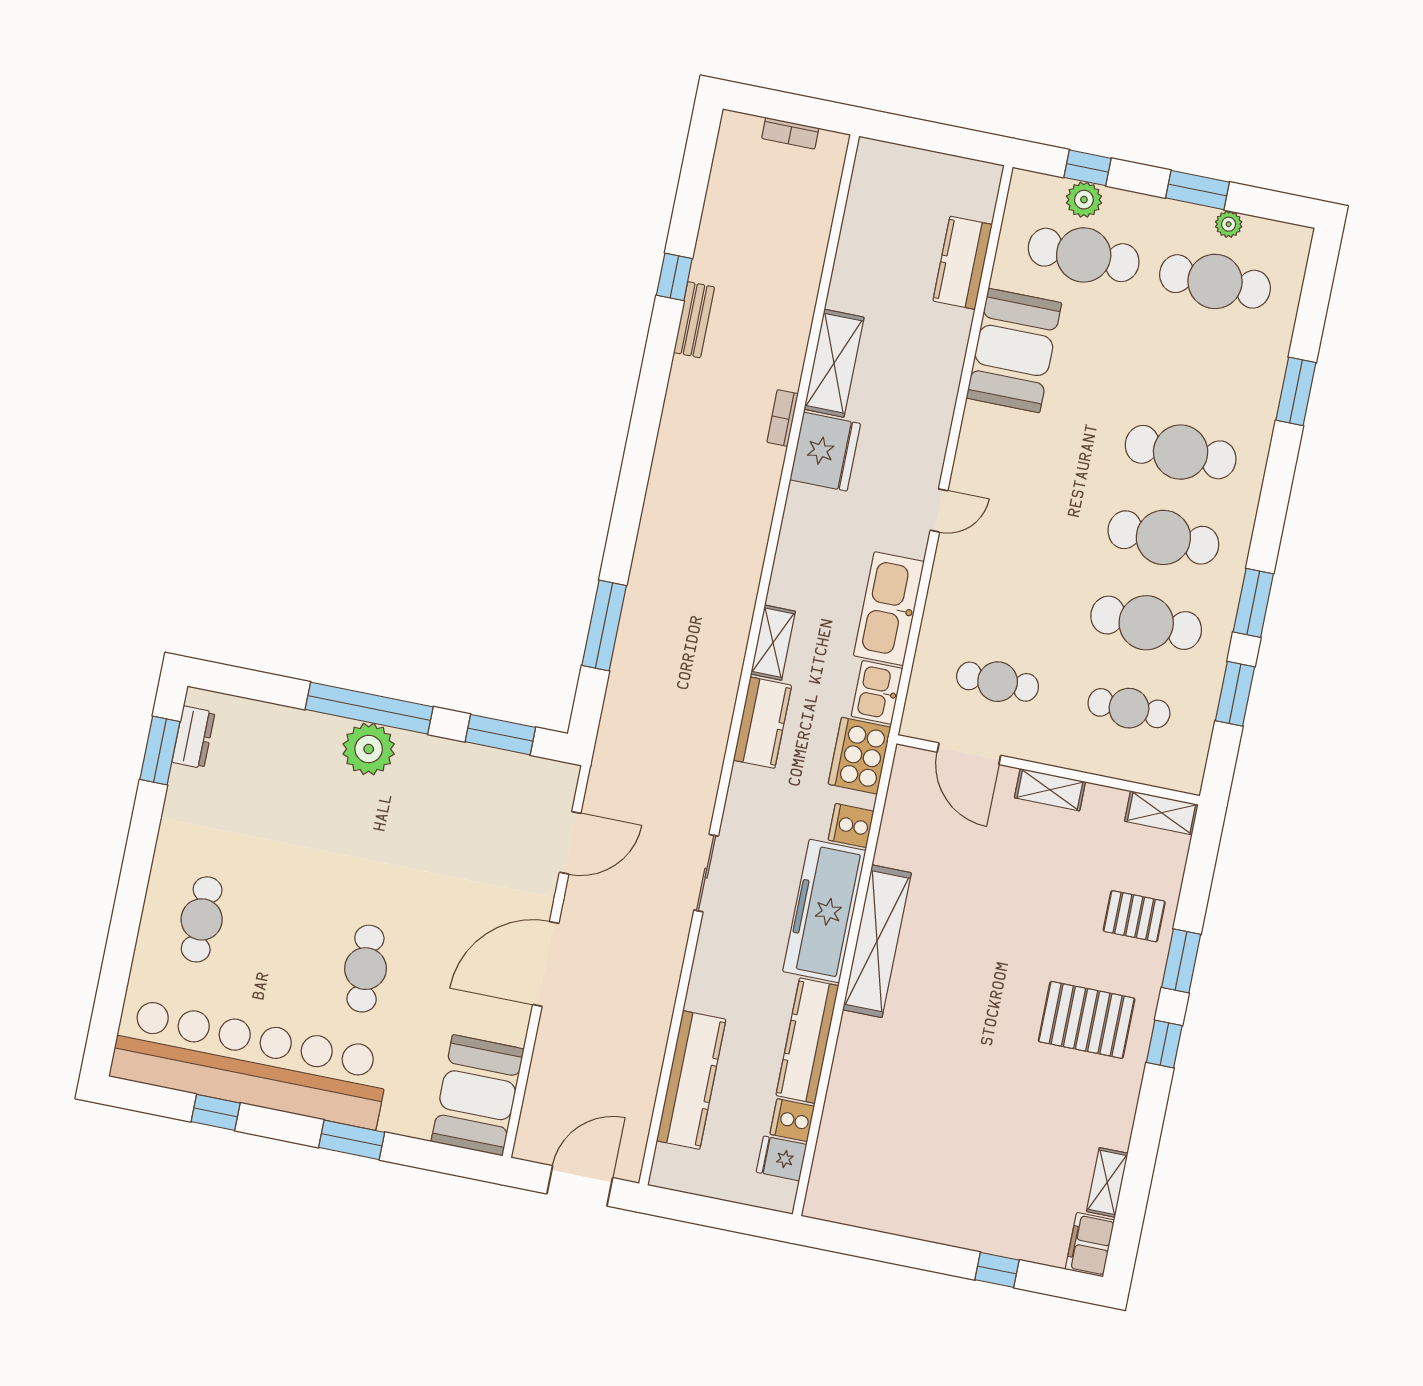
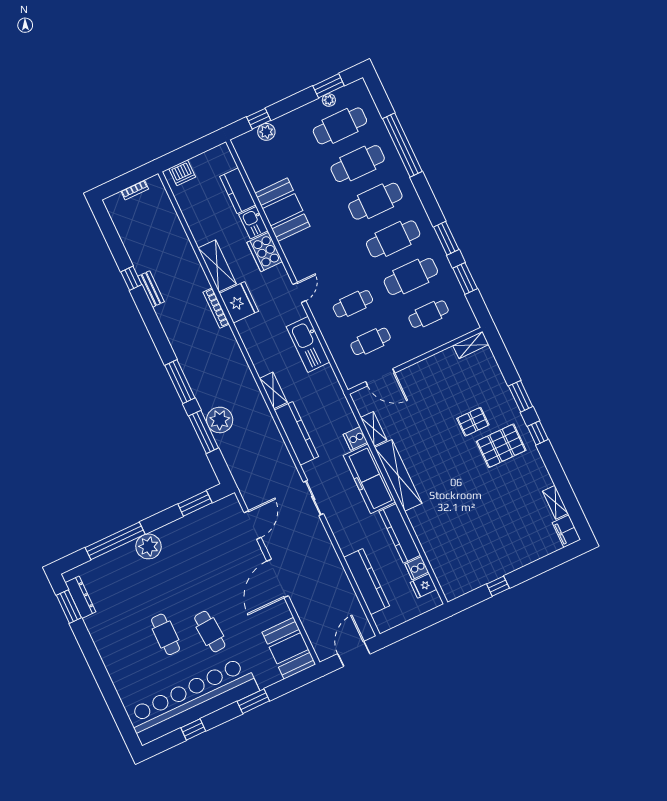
dishwasher: (891, 163) -> (182, 173), added
window: (1197, 190) -> (329, 86), moved
cafe table: (1084, 255) -> (358, 164), moved
window: (1296, 391) -> (402, 145), width x2.11
bookcase: (783, 418) -> (216, 308), width x1.56
window: (627, 511) -> (180, 382), added
cafe table: (1015, 596) -> (353, 304), added
plant: (646, 625) -> (220, 420), added
kitchen sink: (877, 692) -> (253, 223), moved
window: (369, 708) -> (115, 541), moved
kitchen counter: (762, 723) -> (296, 433), width x1.50
dresser: (193, 737) -> (80, 597), width x1.44
cooker: (860, 756) -> (265, 252), moved
shelving: (1050, 790) -> (374, 429), moved, turned 90
pallet: (1134, 916) -> (473, 422), moved
cafe table: (202, 919) -> (166, 634), moved
window: (997, 1270) -> (498, 586), moved

